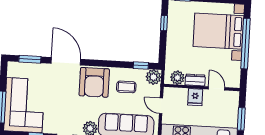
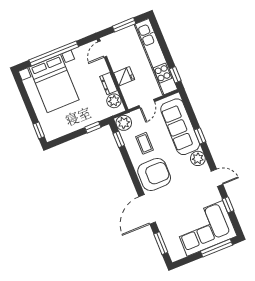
window: (164, 23) -> (93, 127), moved
door: (217, 88) -> (102, 49), moved

